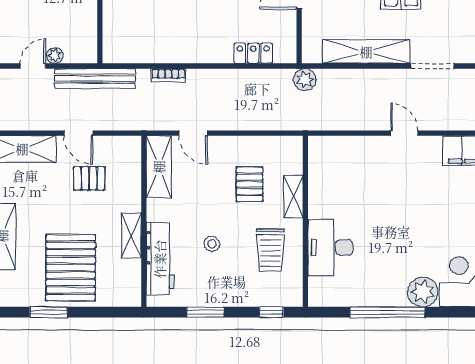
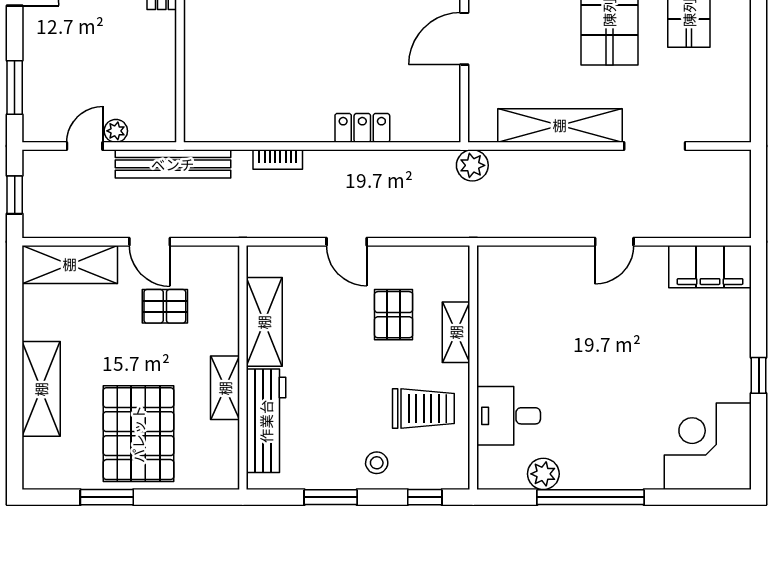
locker: (253, 53) -> (362, 128), moved
door: (193, 133) -> (347, 242), moved
door: (404, 133) -> (614, 242), swing flipped
shelving: (159, 167) -> (264, 322), moved
stool: (212, 244) -> (377, 463), moved
desk: (330, 248) -> (509, 416), width x0.73
trolley: (270, 250) -> (423, 409), turned -90
plant: (423, 292) -> (543, 474), moved, width x0.73, depth x0.73

